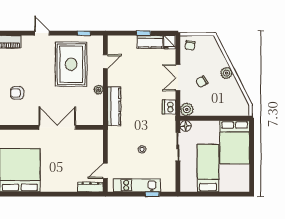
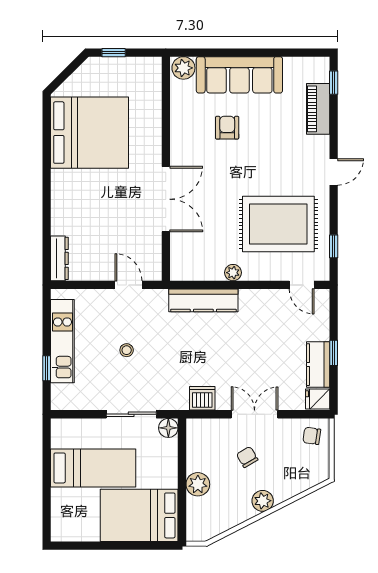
door: (105, 62) -> (302, 285), moved
plant: (187, 109) -> (198, 484), moved
door: (105, 171) -> (129, 285), moved

